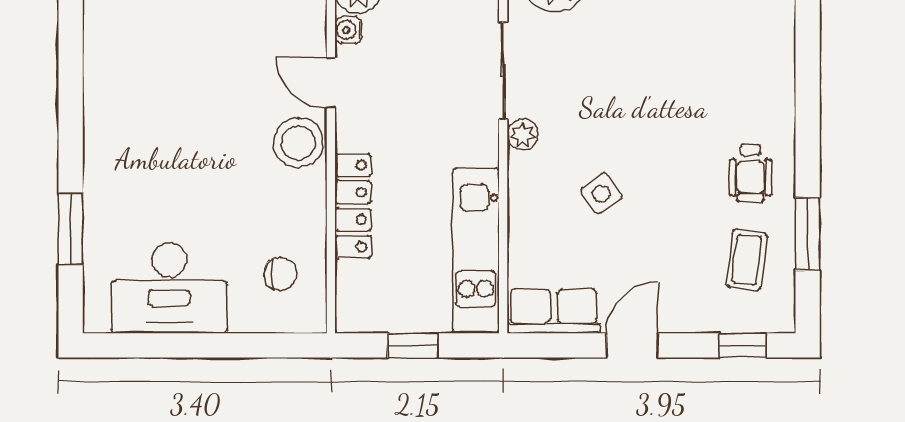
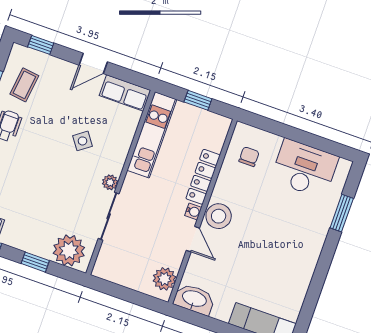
water cooler: (348, 30) -> (193, 211), moved
chair: (280, 274) -> (249, 157), turned 90

